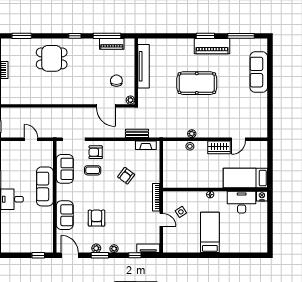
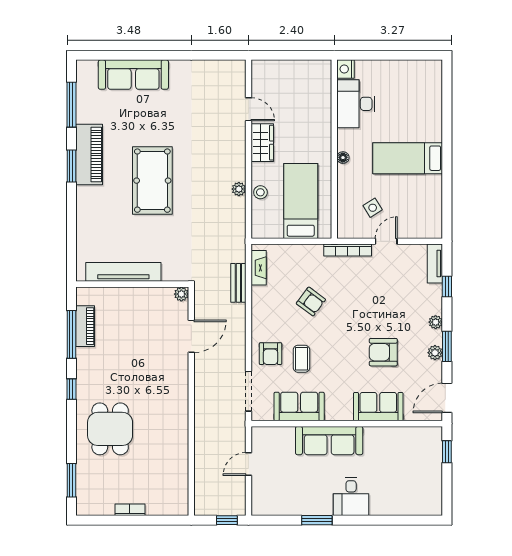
chair: (116, 81) -> (148, 318), removed
bed: (245, 178) -> (301, 201), moved, turned 180

